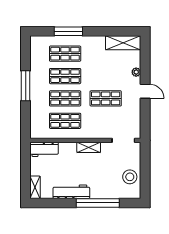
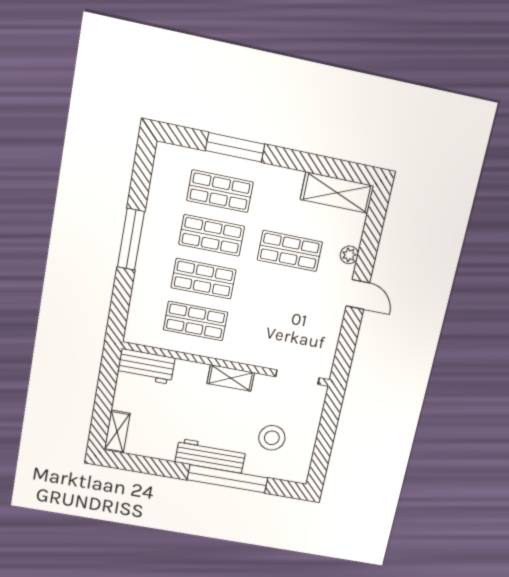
shop shelf: (106, 98) -> (290, 251), moved
stool: (130, 177) -> (272, 438), moved
workbench: (71, 192) -> (211, 456), moved

